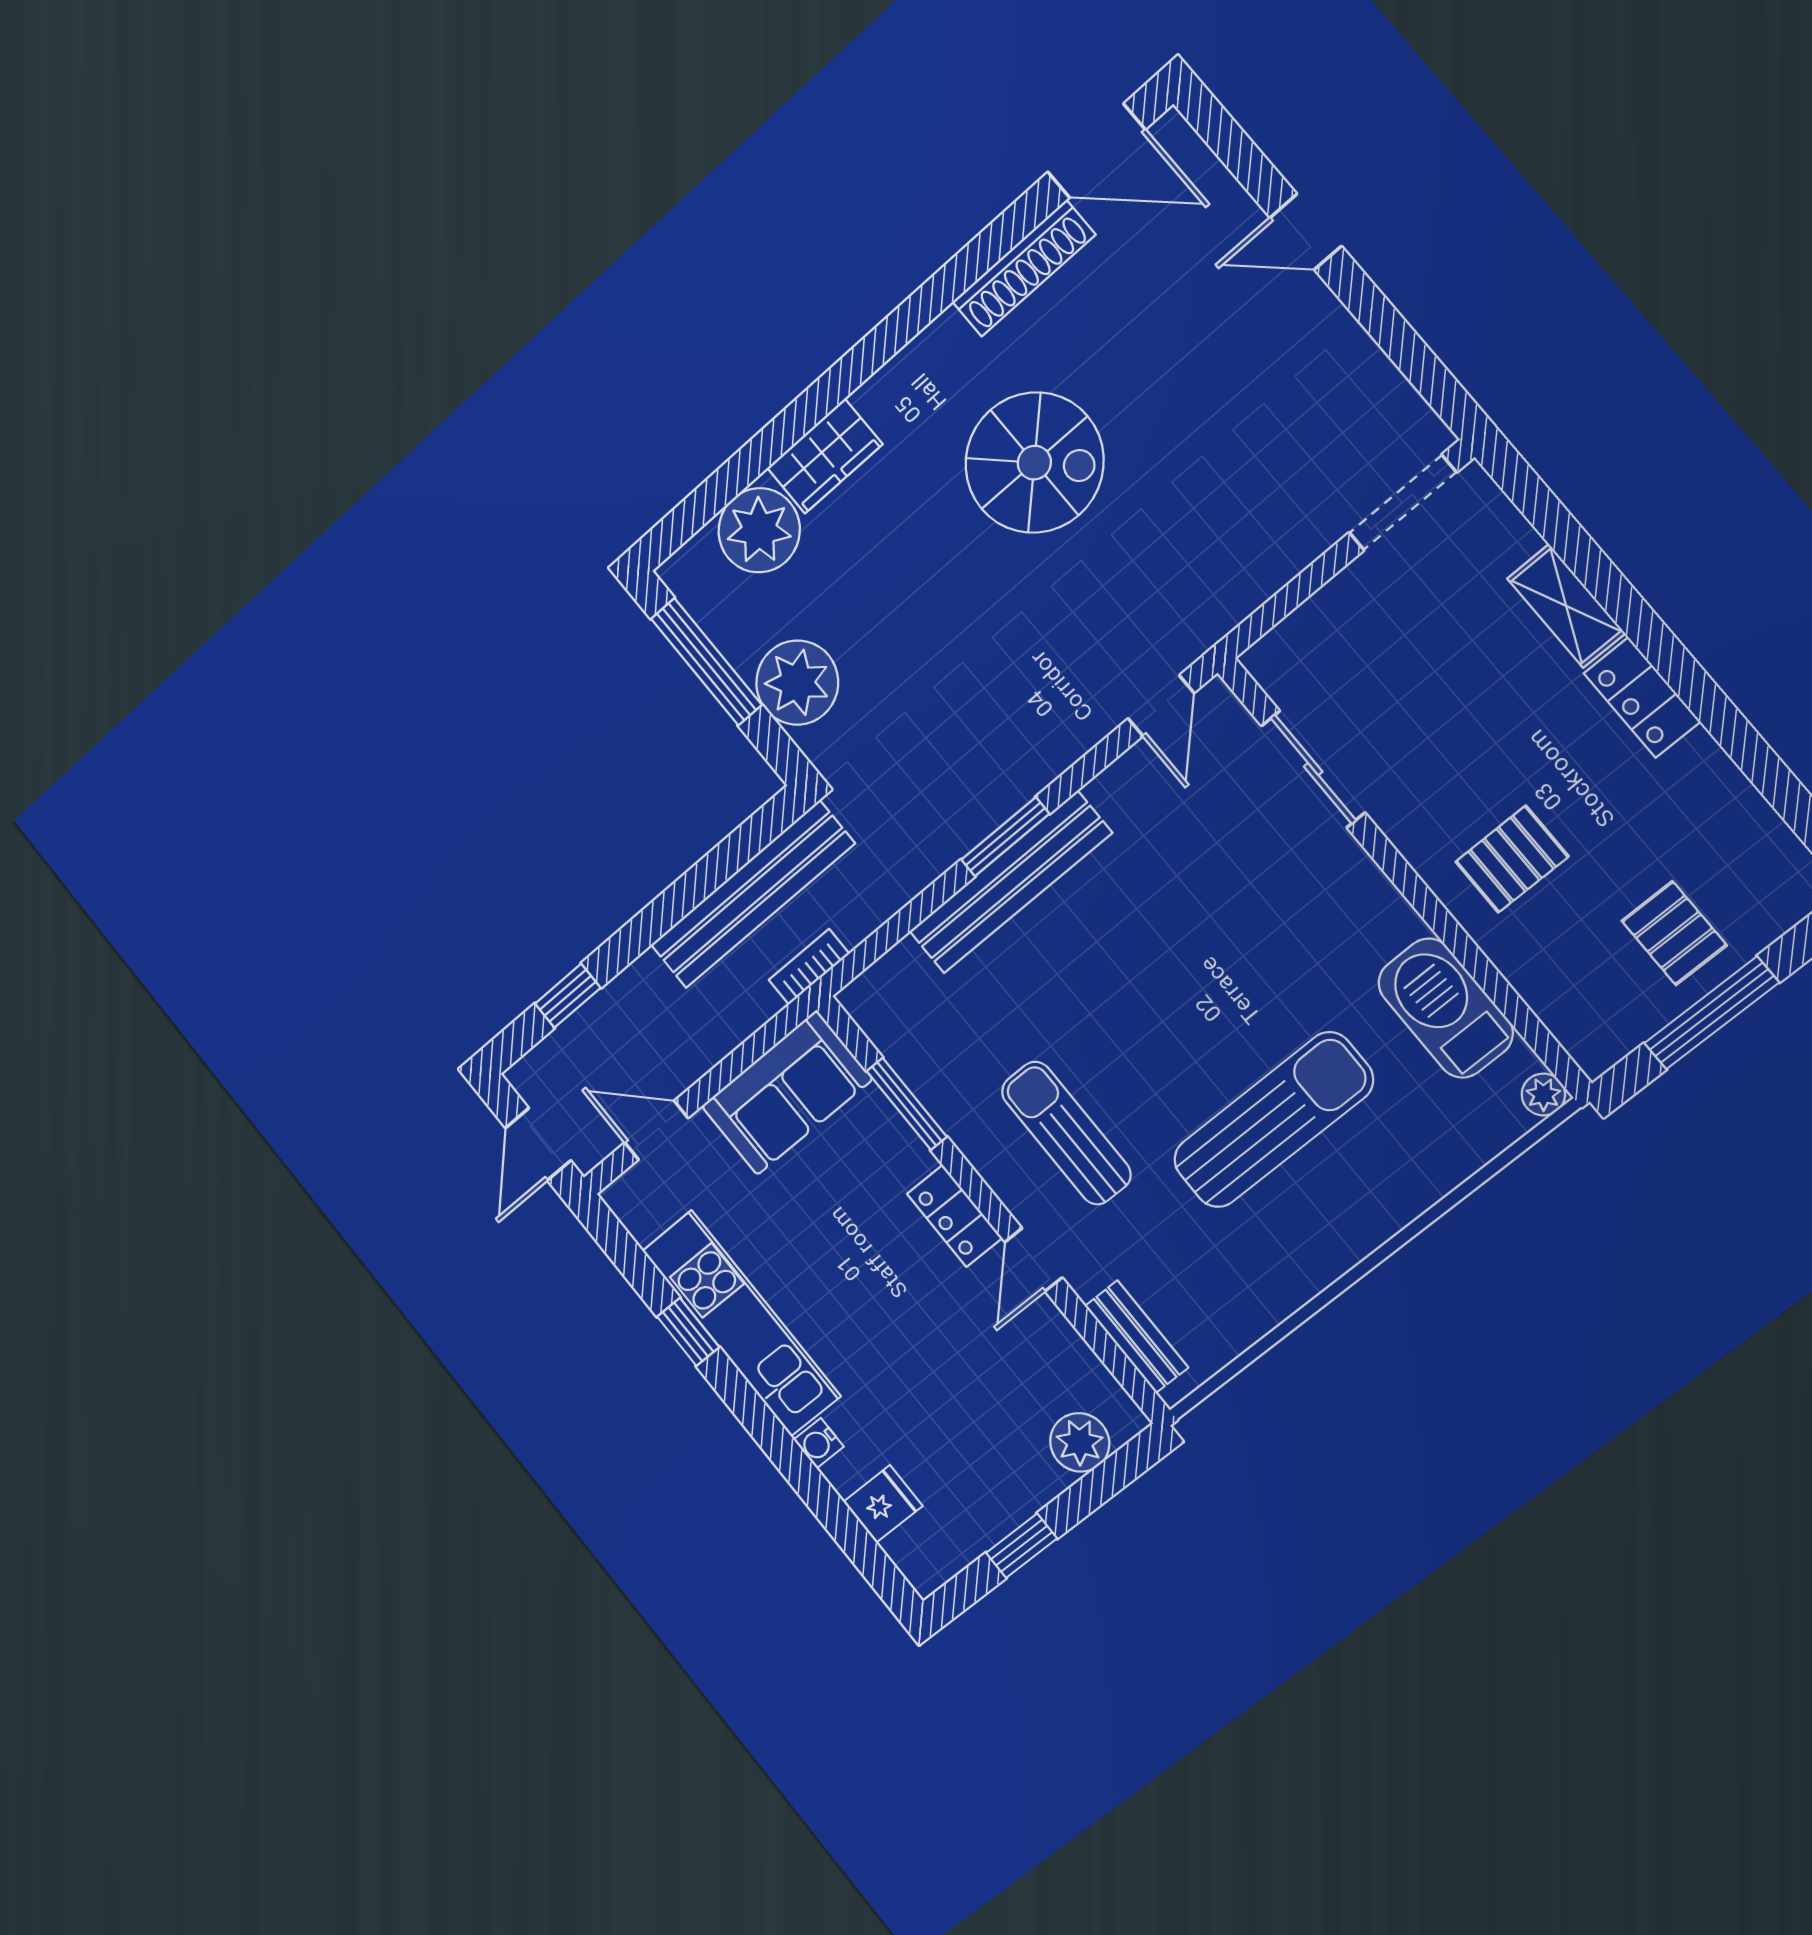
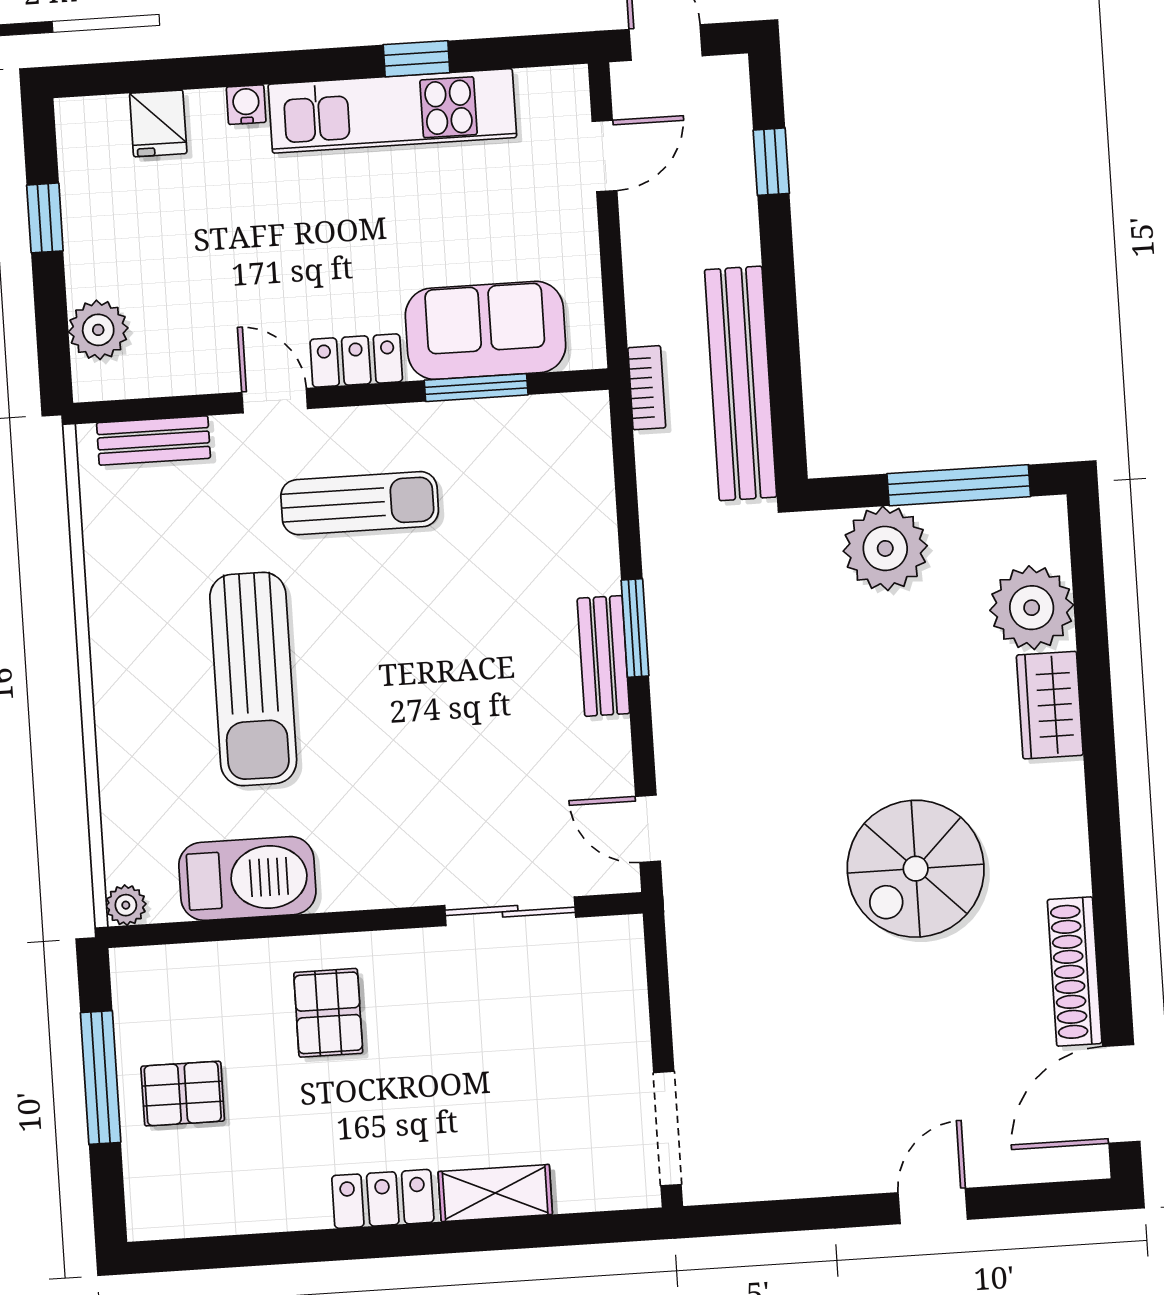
bench: (1010, 882) -> (603, 656), width x0.54, depth x0.82
sofa: (787, 1093) -> (485, 330), moved, turned 90

